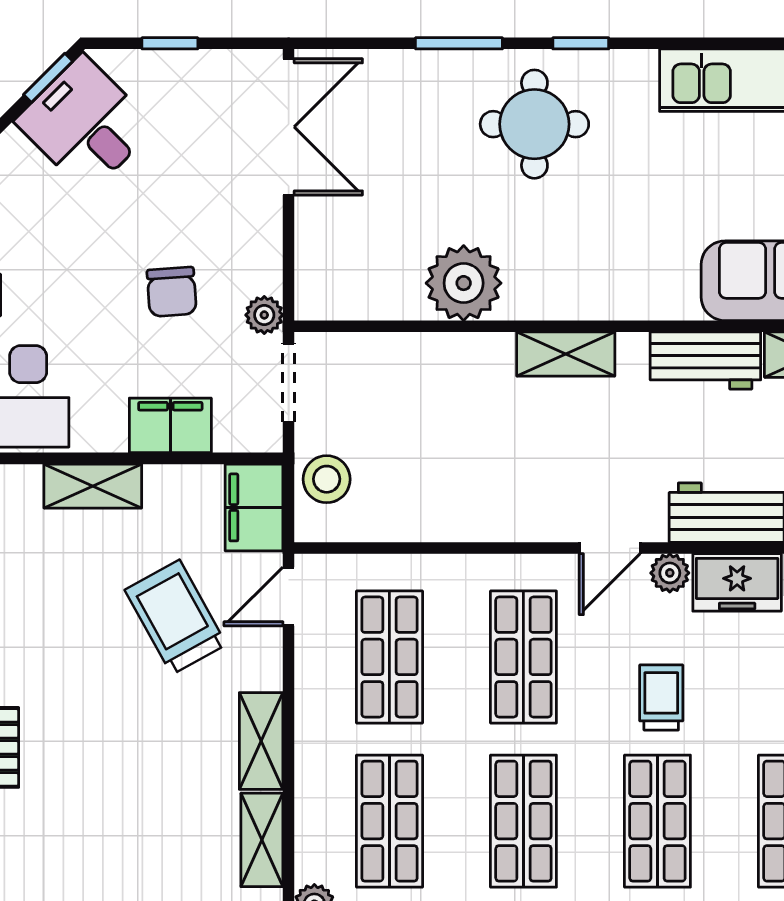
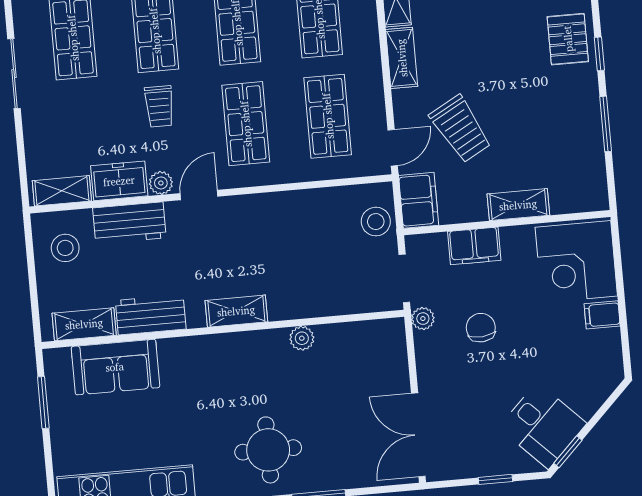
plant: (464, 283) -> (302, 338), width x0.53, depth x0.53

